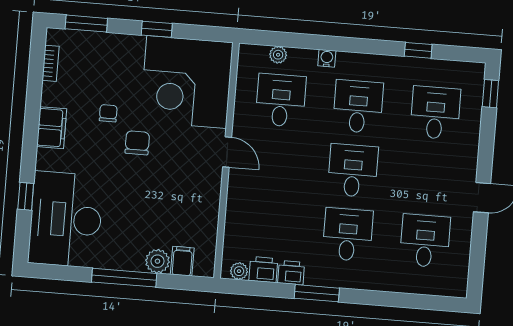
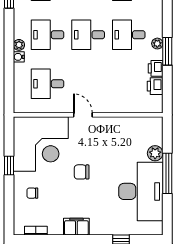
window: (86, 24) -> (9, 210), removed
plant: (278, 55) -> (19, 45), moved
chair: (108, 113) -> (32, 193), moved
door: (227, 152) -> (83, 115), hinge flipped
desk: (66, 219) -> (141, 191), moved, turned -90
filing cabinet: (182, 261) -> (154, 138), removed
plant: (239, 271) -> (157, 44), moved

